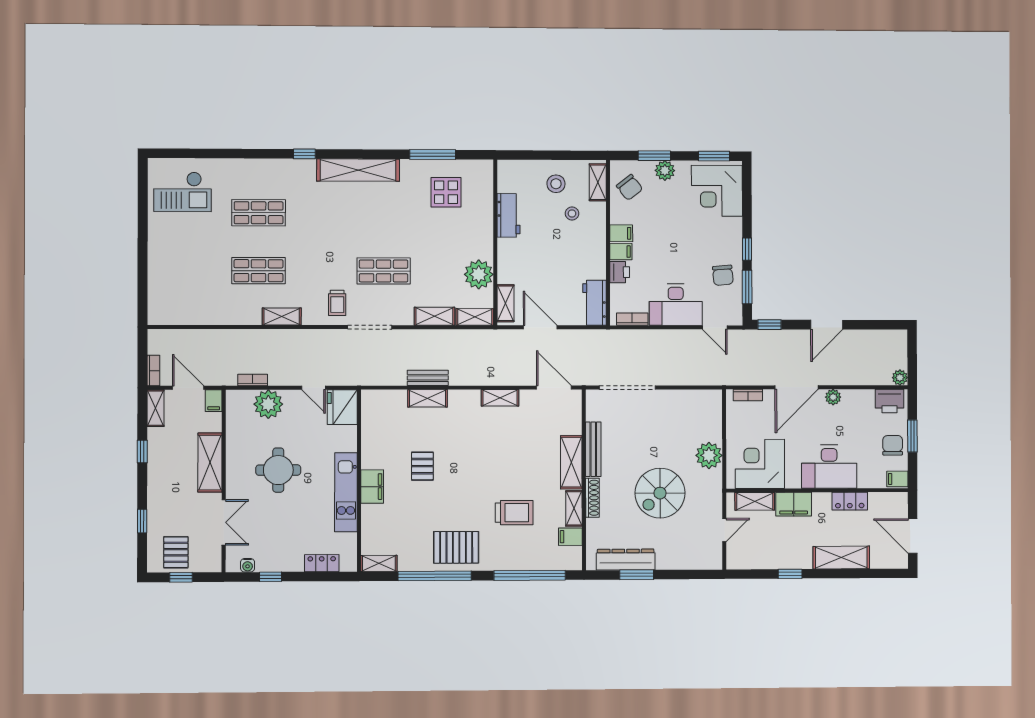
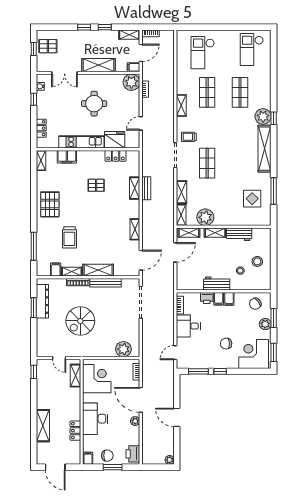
plant: (301, 172) -> (263, 116), added
shelving: (598, 182) -> (215, 233), moved
chair: (723, 275) -> (226, 344), moved
checkout: (188, 278) -> (203, 53), added
workbench: (594, 303) -> (217, 283), moved
desk: (676, 305) -> (188, 326), width x0.73
window: (769, 325) -> (177, 384), removed
plant: (900, 378) -> (170, 460), moved
plant: (268, 404) -> (131, 82), moved
fridge: (342, 407) -> (115, 140), moved
locker: (371, 432) -> (116, 156), added
plant: (709, 455) -> (123, 349), moved
filing cabinet: (372, 487) -> (67, 157), moved
spiral stairs: (660, 493) -> (80, 321), turned -90
filing cabinet: (794, 504) -> (74, 398), removed
window: (142, 521) -> (84, 27), moved
door: (913, 536) -> (55, 467), swing flipped
window: (790, 574) -> (34, 372), moved
window: (530, 575) -> (34, 246), width x0.68
window: (435, 576) -> (34, 192), removed

